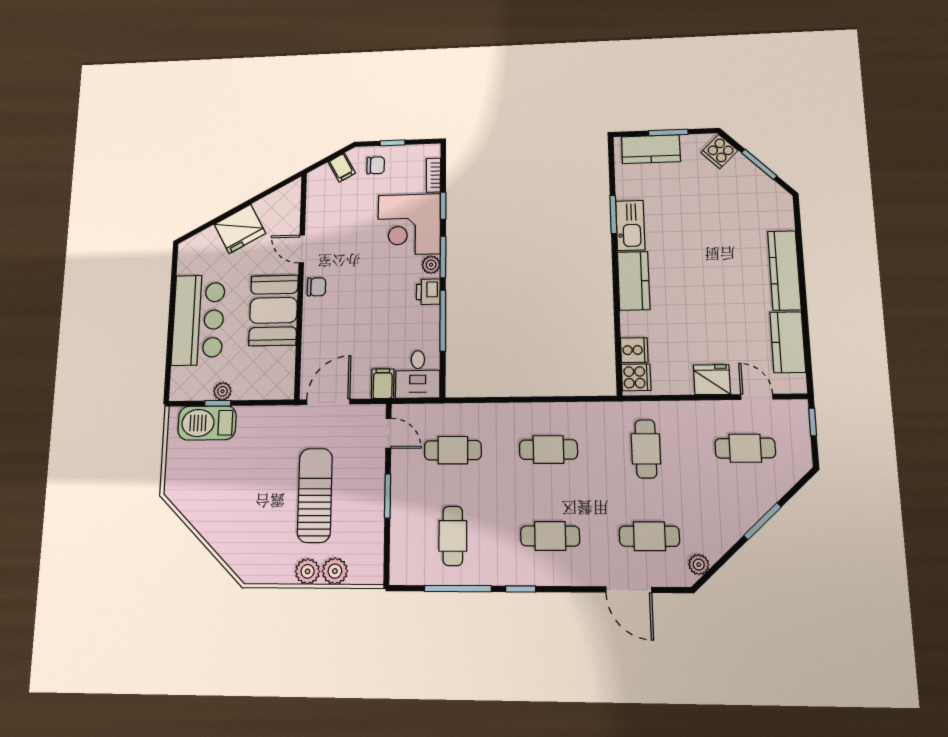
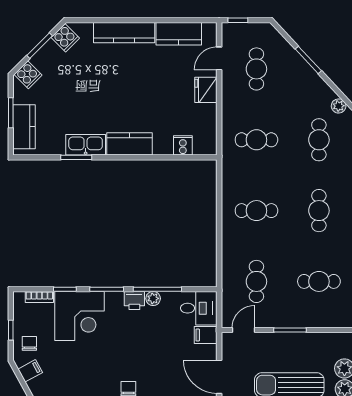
plant: (431, 265) -> (153, 298), moved
cooker: (636, 377) -> (65, 38), moved, turned 135
cafe table: (548, 450) -> (256, 211), turned 90

